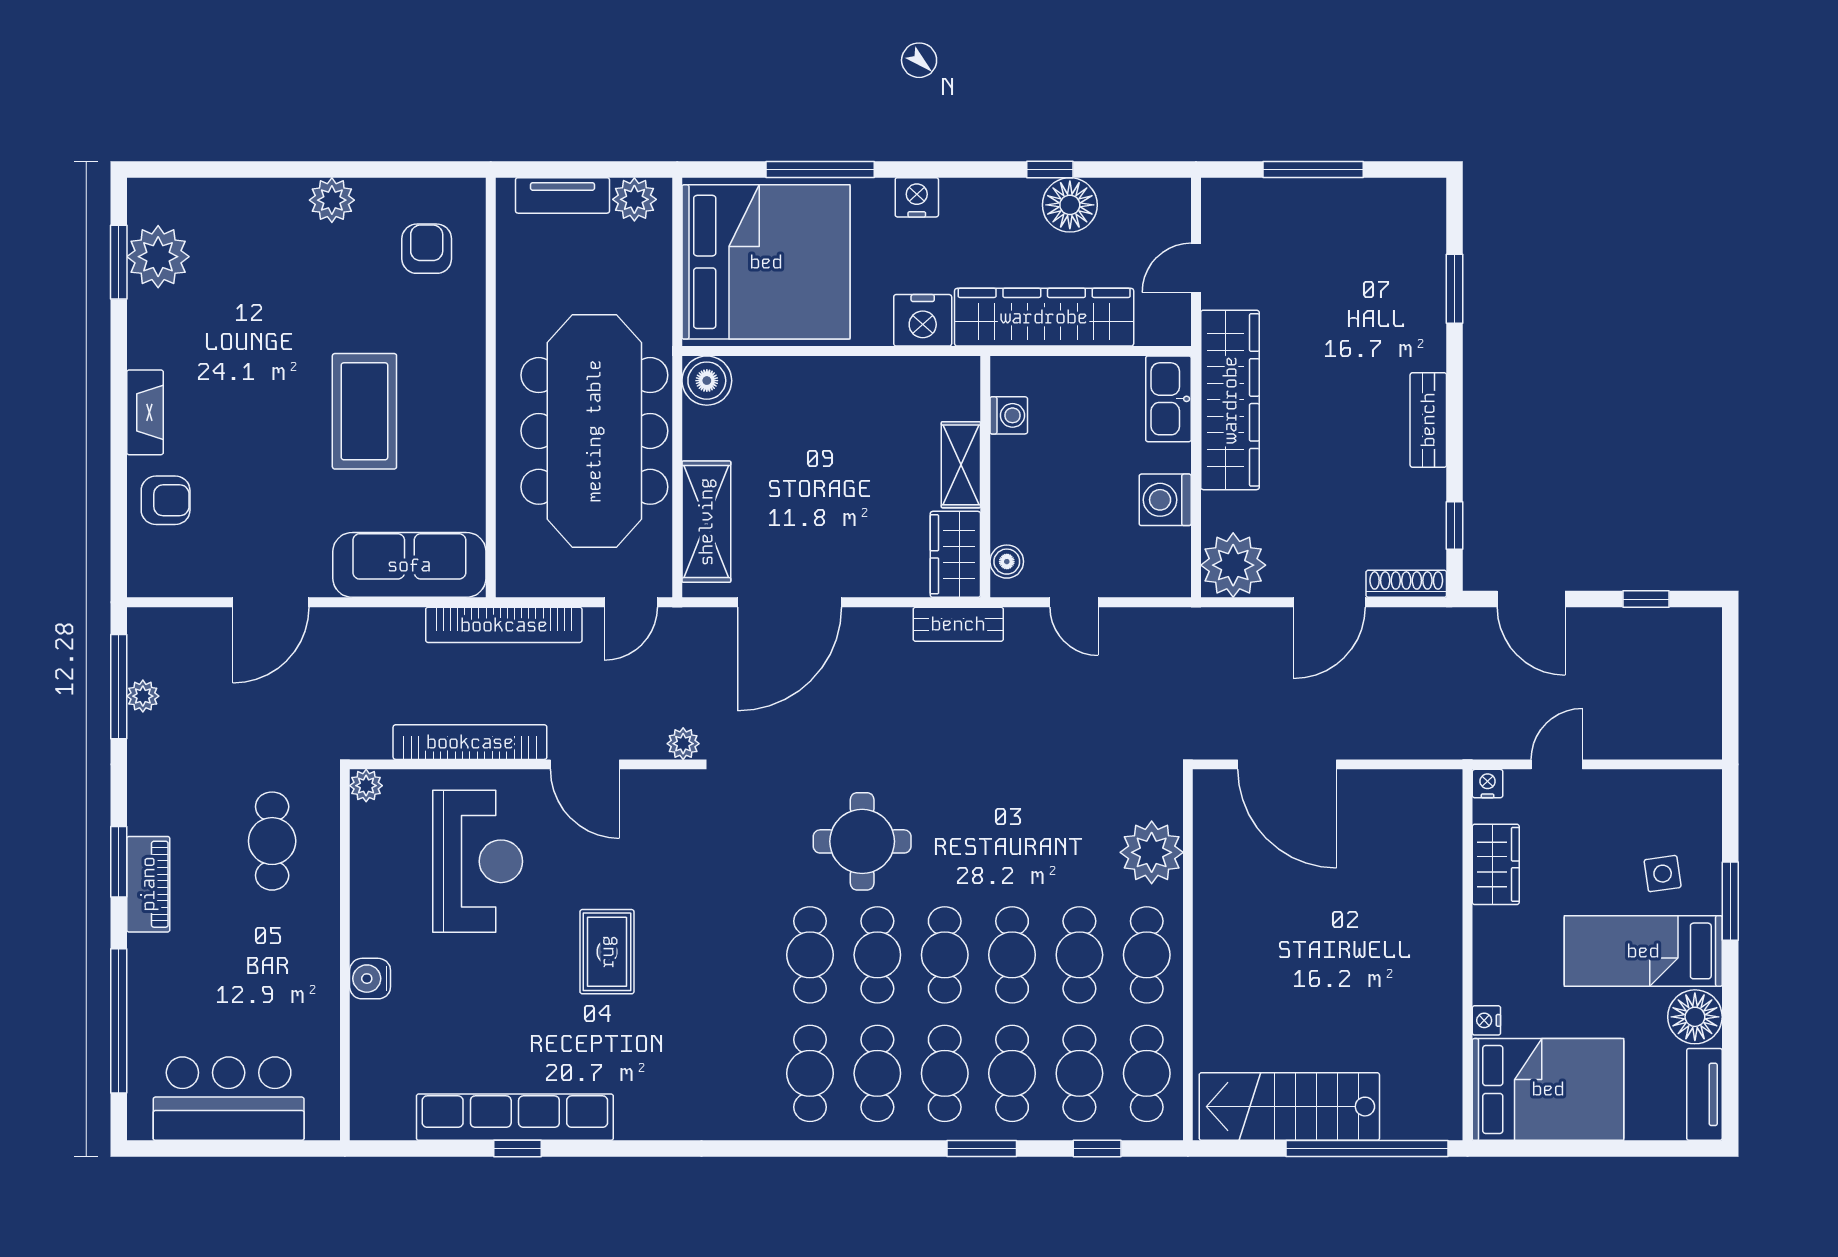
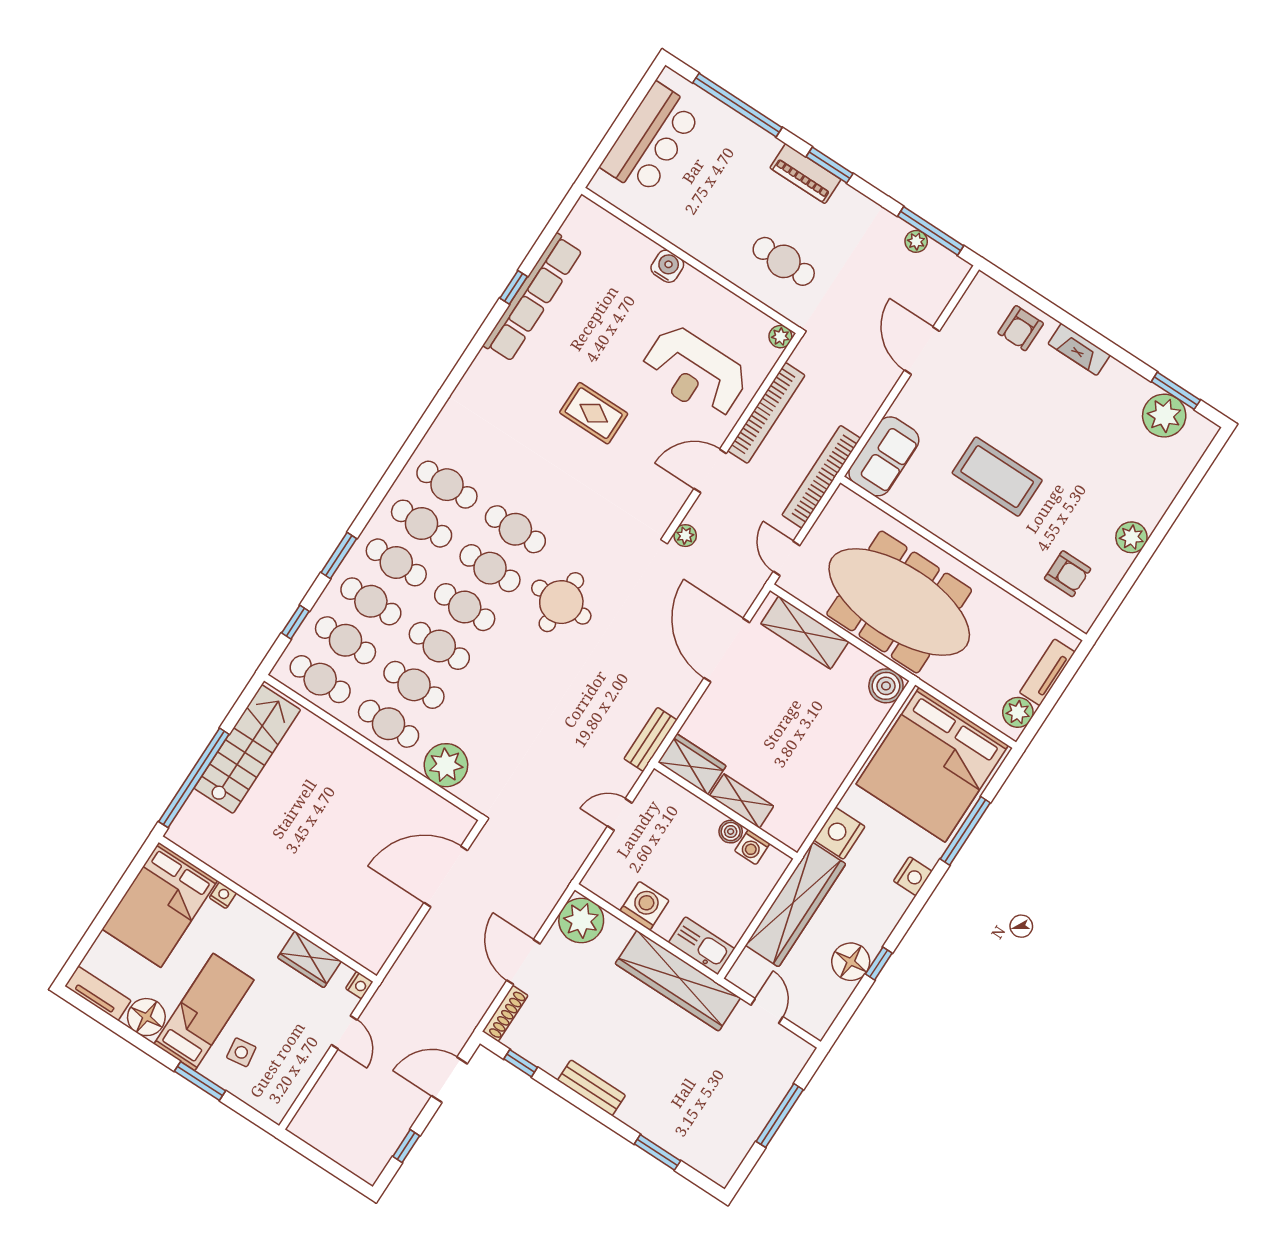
boiler: (1007, 562) -> (731, 832), moved
sofa: (409, 565) -> (884, 456), width x0.73

